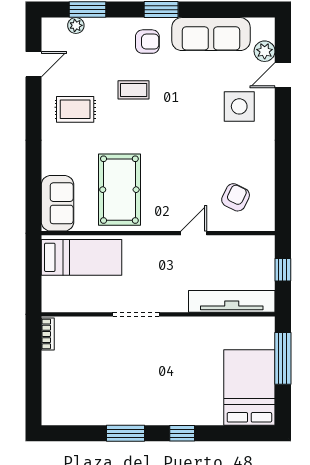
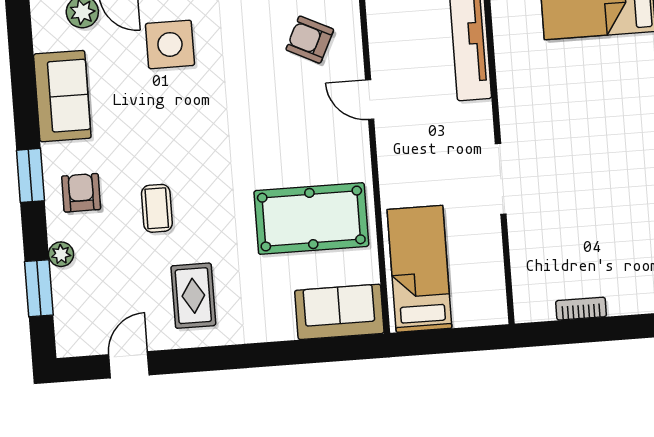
plant: (76, 25) -> (61, 254), moved
sofa: (211, 34) -> (62, 96), width x0.73
door: (33, 64) -> (129, 365), hinge flipped
bookcase: (48, 334) -> (581, 309), moved

